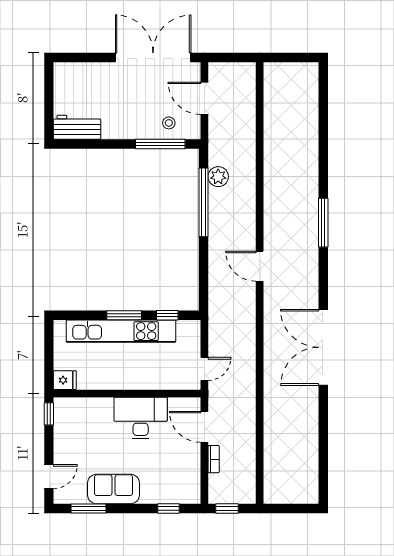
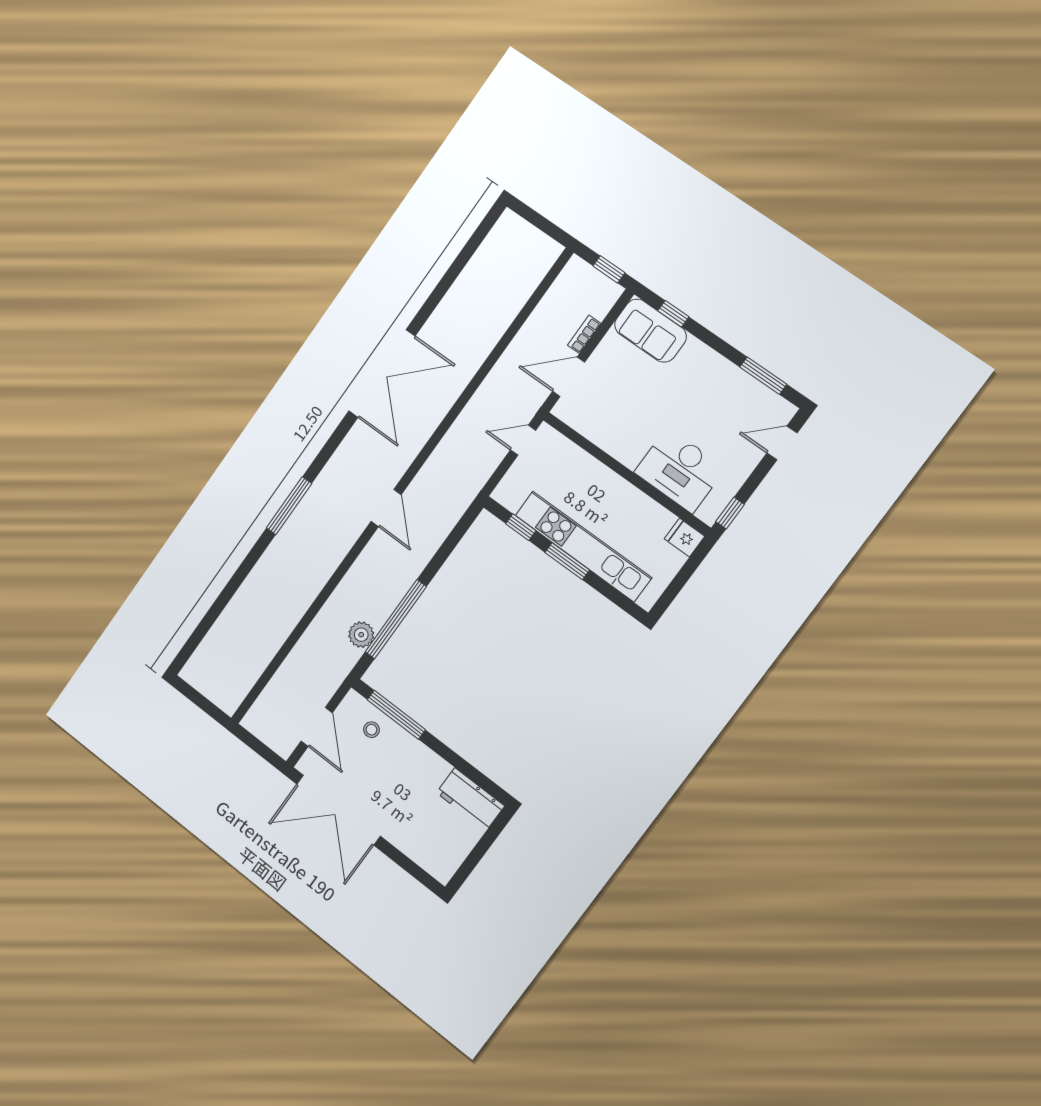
desk: (141, 418) -> (680, 470), moved
door: (204, 427) -> (569, 377), swing flipped
sofa: (113, 489) -> (650, 331), moved

